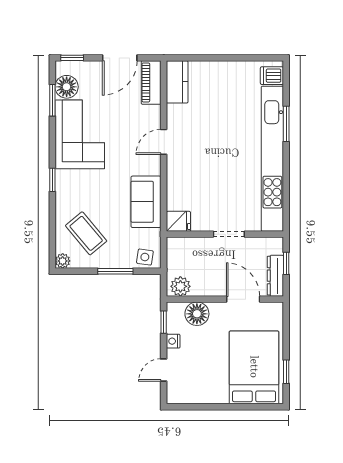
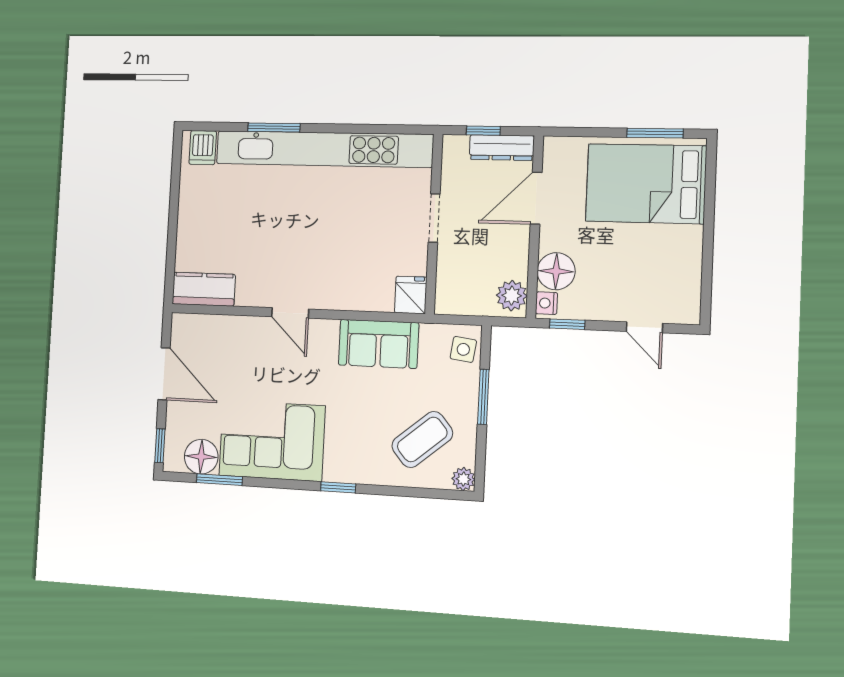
piano: (151, 82) -> (202, 328), removed
nightstand: (173, 341) -> (546, 303), moved, turned 90
window: (286, 372) -> (655, 133), width x1.50

